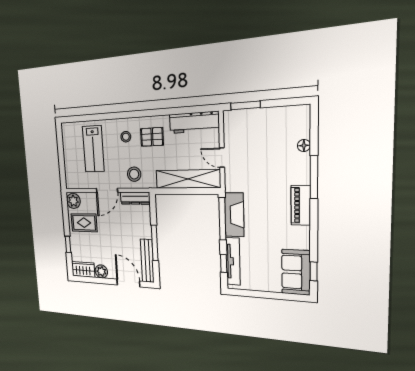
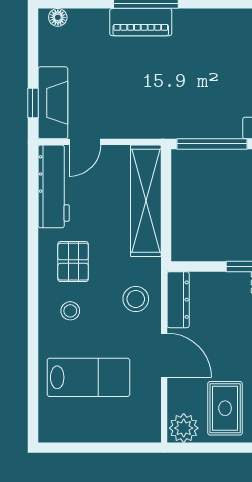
window: (245, 105) -> (33, 103), width x0.67
floor lamp: (304, 146) -> (58, 17), moved
door: (222, 158) -> (85, 142), moved
piano: (301, 205) -> (141, 22), moved
fireplace: (234, 215) -> (53, 103), moved, turned 90

